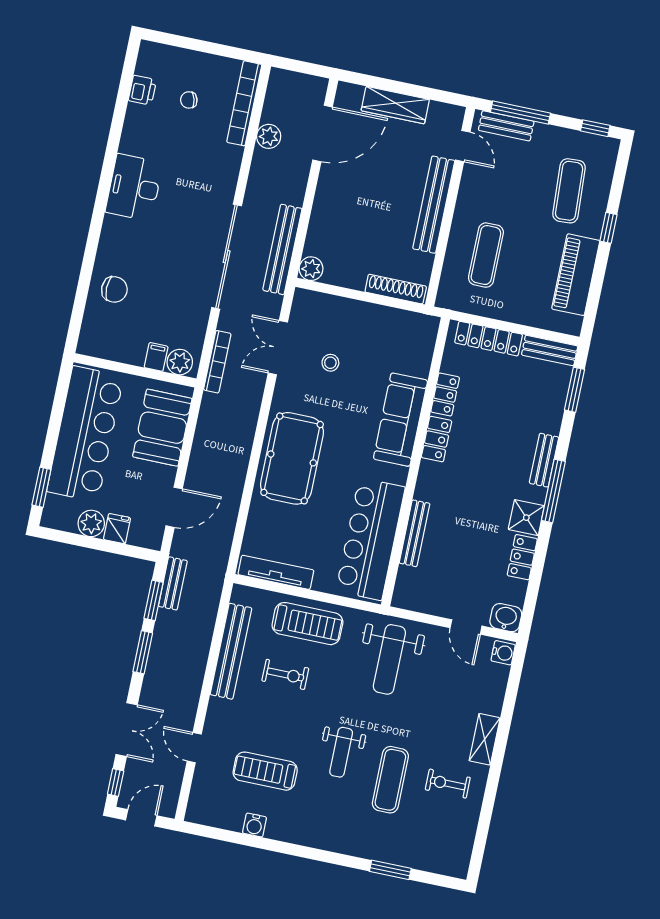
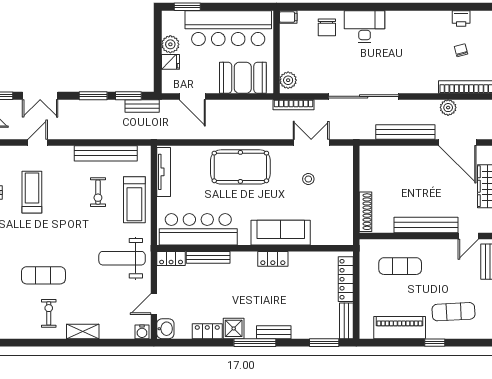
desk: (134, 187) -> (365, 26), moved
bench: (282, 249) -> (405, 132), moved
plant: (311, 269) -> (367, 153), removed
filing cabinet: (156, 357) -> (288, 17), moved
locker: (445, 395) -> (171, 258), moved
weight bench: (341, 752) -> (55, 239), removed

